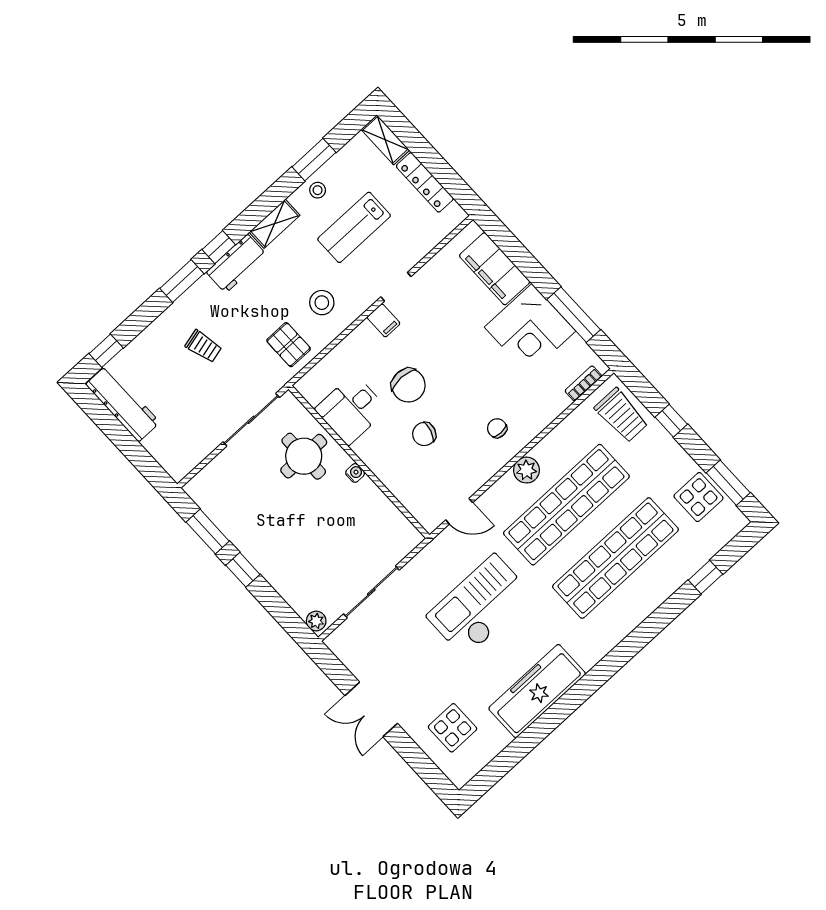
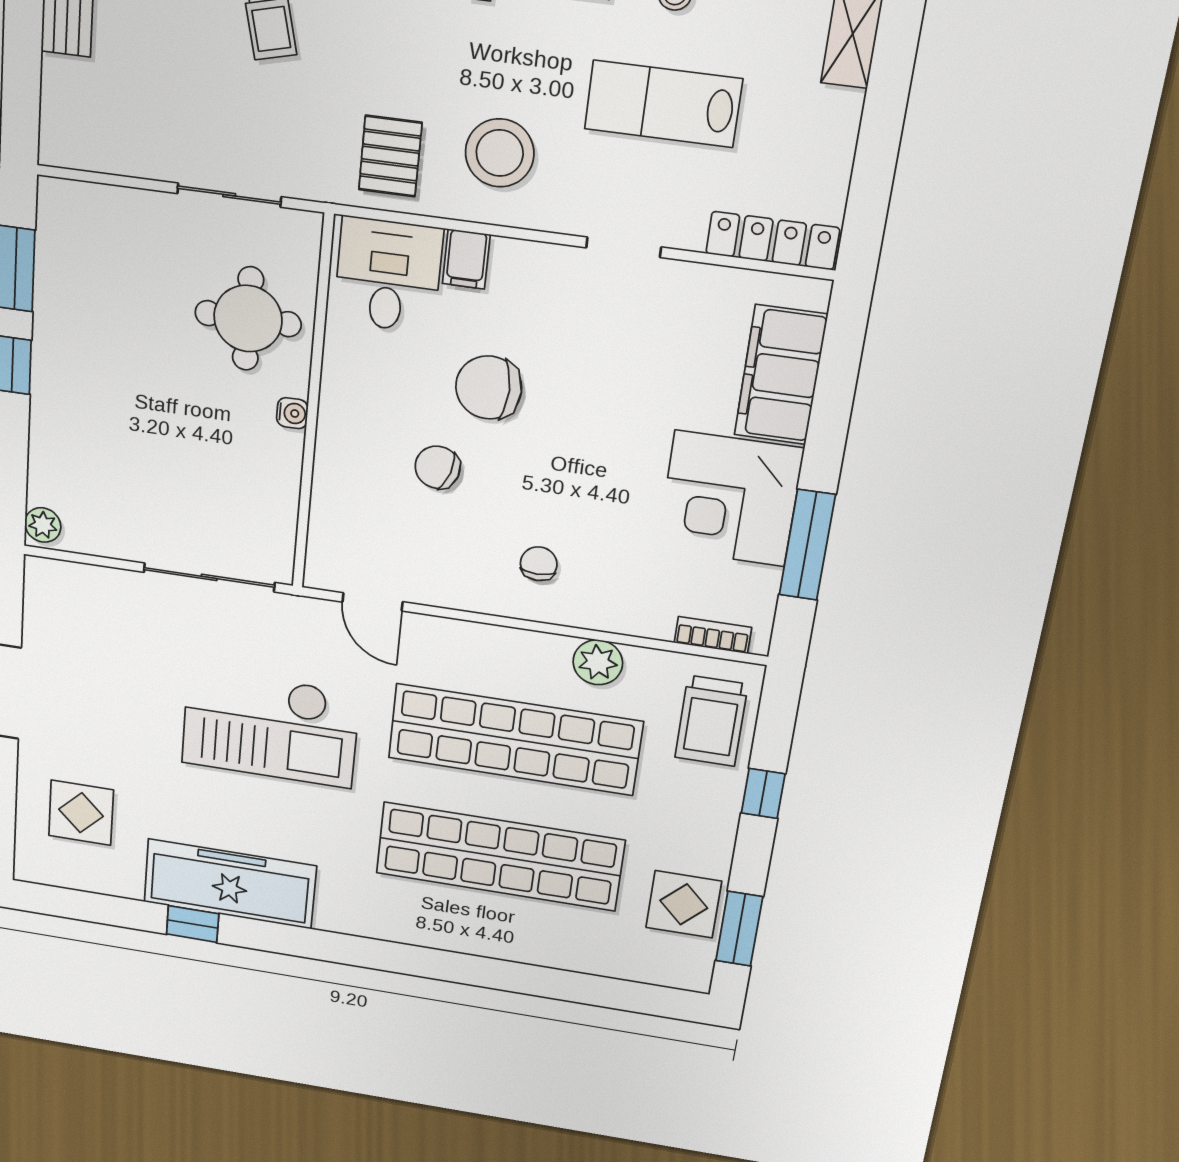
locker: (425, 182) -> (773, 241), moved, turned 90
stool: (322, 303) -> (500, 153), width x1.38, depth x1.38
filing cabinet: (383, 320) -> (466, 259), moved
chair: (408, 385) -> (489, 388), turned 90
desk: (351, 409) -> (388, 275), moved, turned 90
sliding door: (251, 420) -> (229, 195), width x0.73
plant: (526, 470) -> (598, 662), moved
window: (705, 577) -> (193, 924), moved
sliding door: (371, 592) -> (209, 577), moved
checkout: (480, 606) -> (270, 728), turned 180

